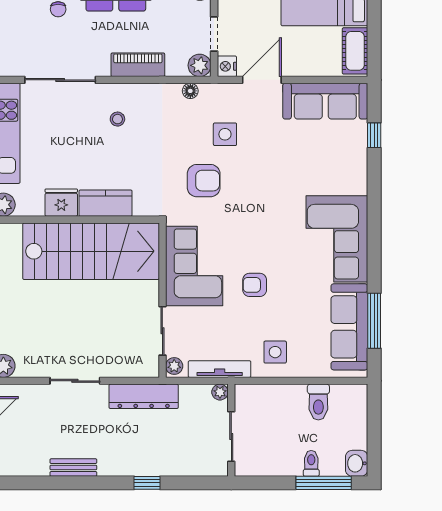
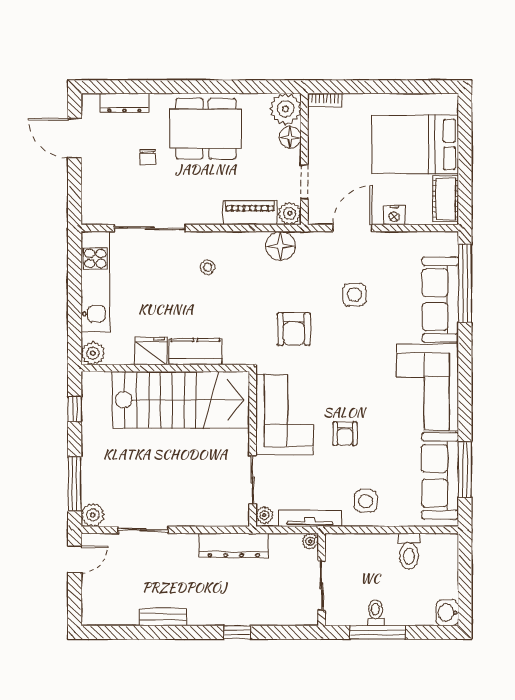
piano: (138, 65) -> (250, 213), moved
nightstand: (227, 66) -> (394, 215), moved, turned -90
floor lamp: (190, 91) -> (280, 246), width x1.89, depth x1.89
sofa: (325, 101) -> (440, 300), moved, turned 90
side table: (225, 134) -> (354, 295), moved
window: (374, 135) -> (465, 284), width x3.17
armchair: (204, 181) -> (294, 329), turned 90
armchair: (255, 285) -> (345, 434), turned -90
sliding door: (75, 381) -> (143, 530), moved
toilet: (311, 463) -> (375, 613), moved
window: (324, 483) -> (378, 632), moved

